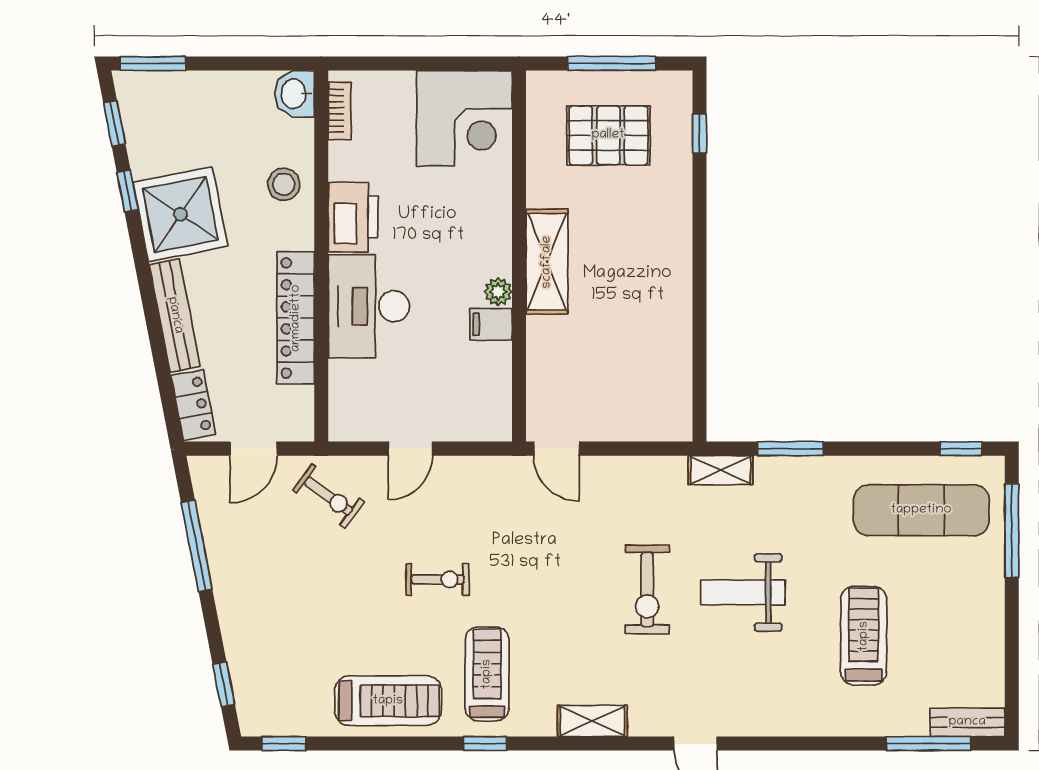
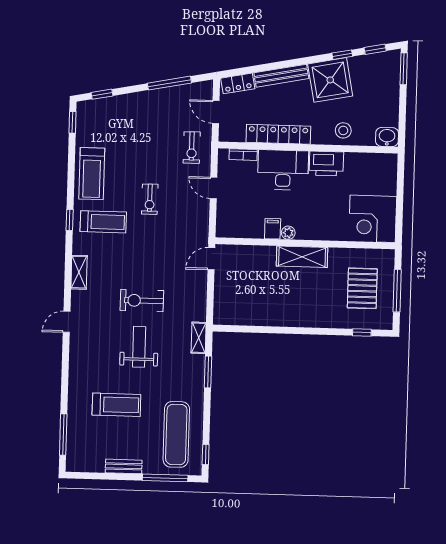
bookcase: (340, 111) -> (243, 155), moved
exercise bike: (328, 496) -> (192, 148), turned -36
bench: (967, 722) -> (124, 466), moved, turned 90

